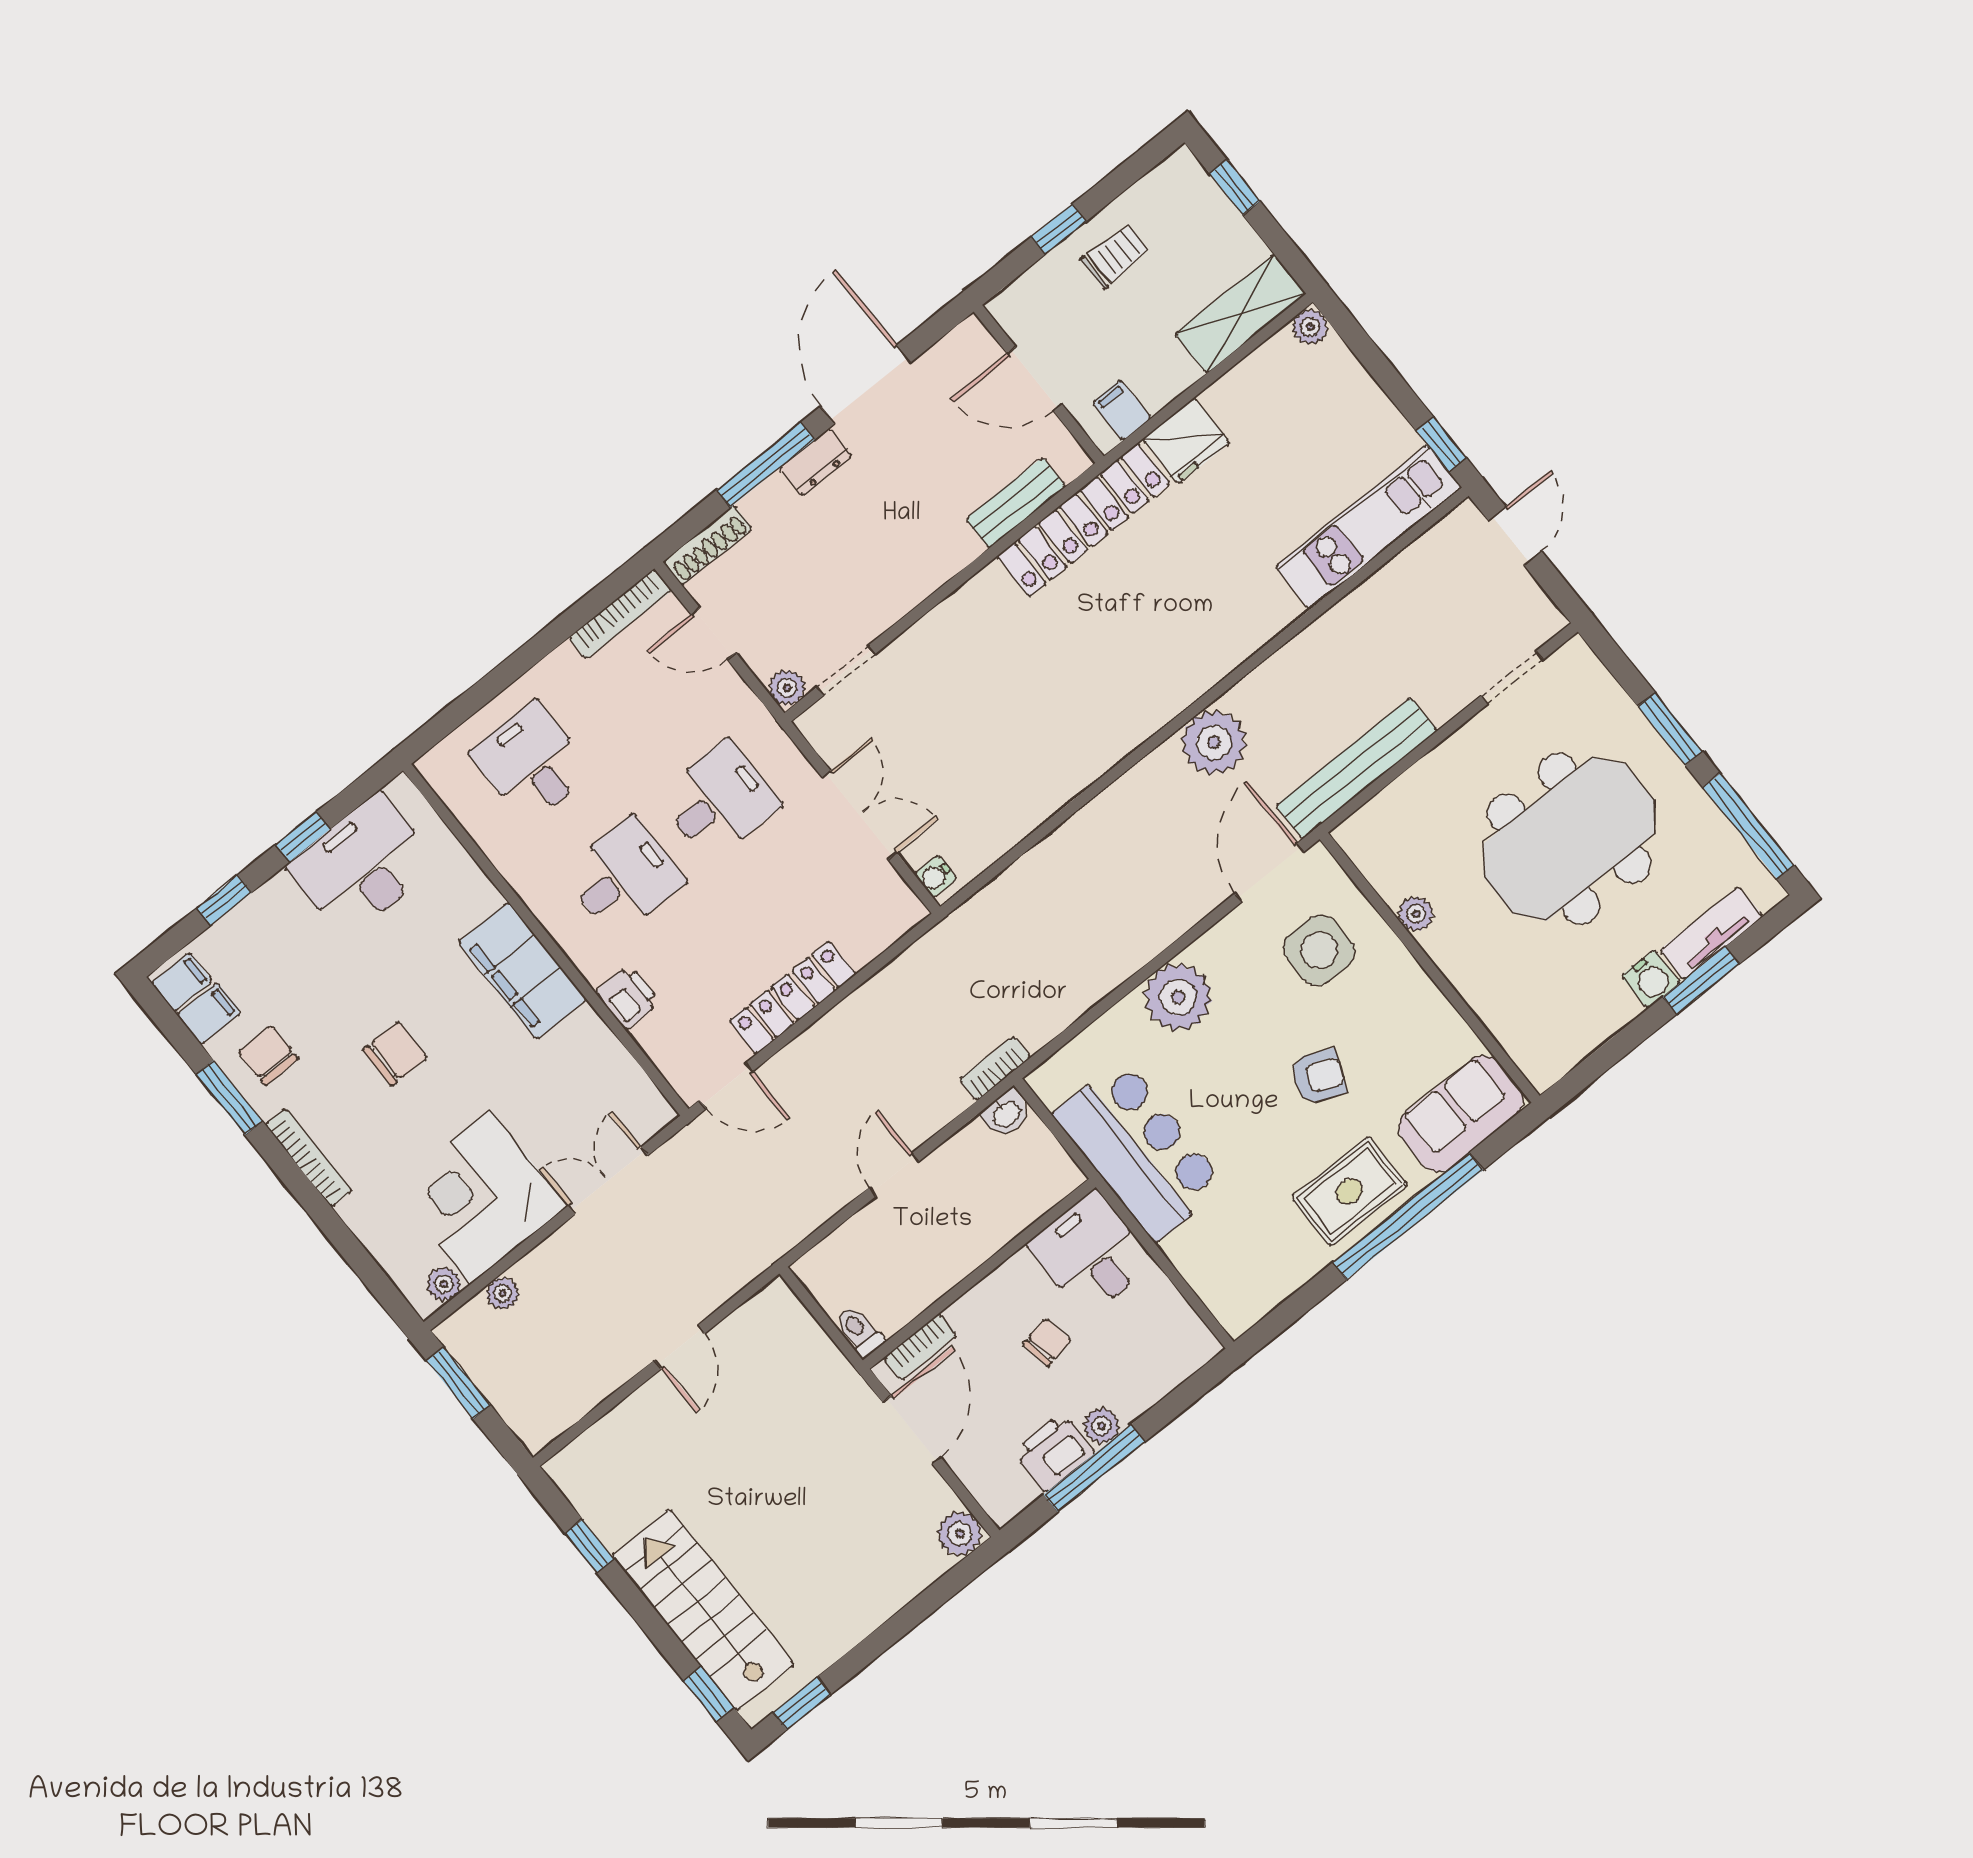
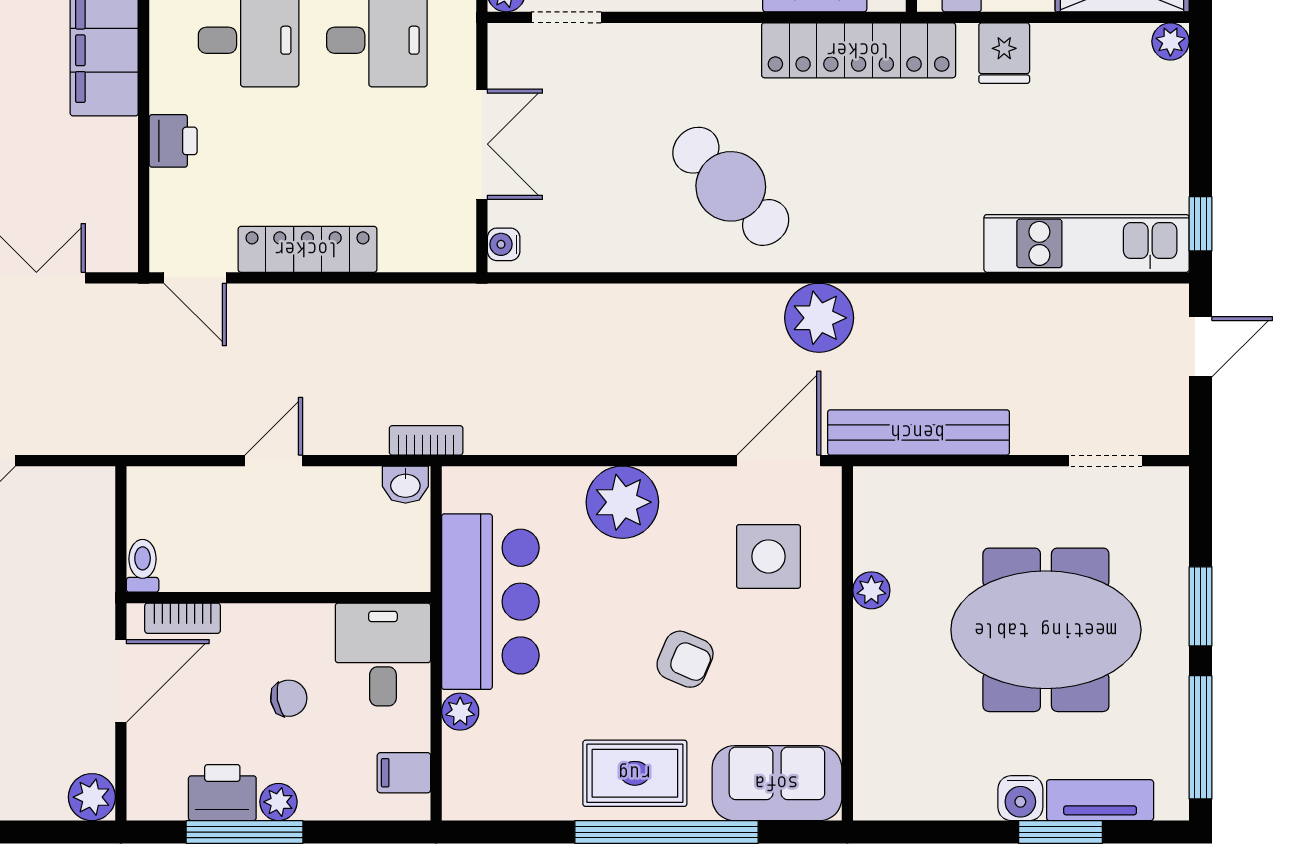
fridge: (1186, 441) -> (1004, 53), width x0.72
cafe table: (1070, 697) -> (731, 186), added
plant: (1183, 1250) -> (460, 712), added
filing cabinet: (1177, 1329) -> (404, 773), added

